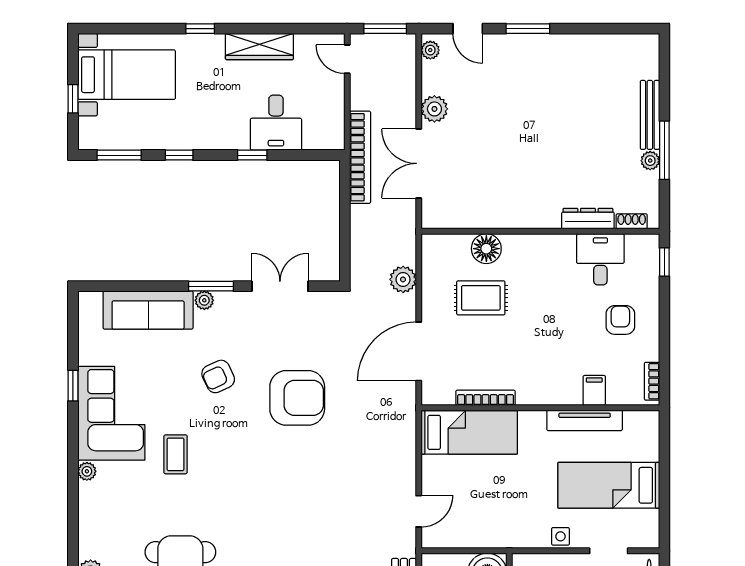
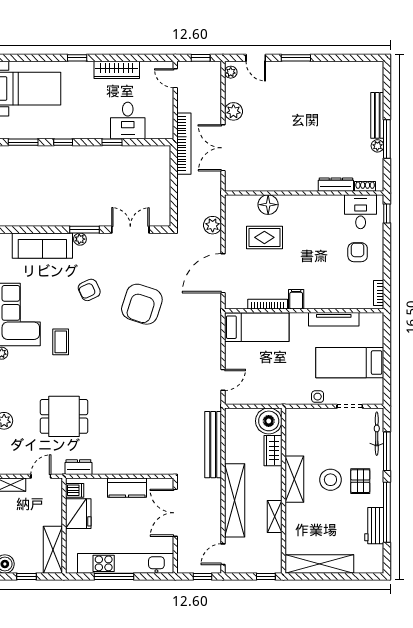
window: (385, 29) -> (201, 58), width x0.67
desk: (600, 259) -> (361, 212), moved
filing cabinet: (594, 390) -> (296, 299), moved
armchair: (297, 398) -> (142, 304), turned 108

